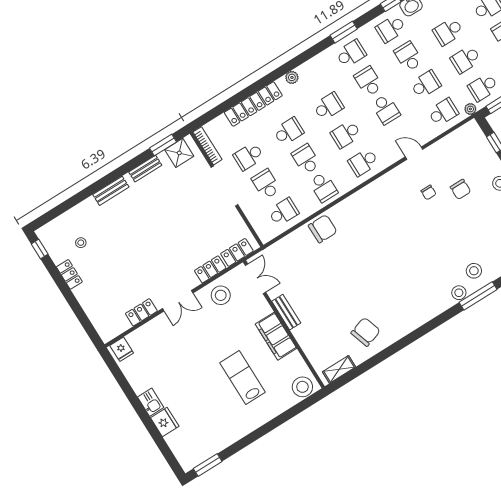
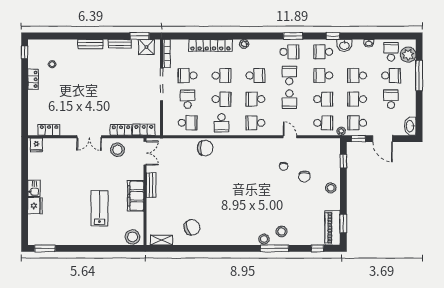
school desk: (408, 56) -> (323, 75), turned -90
school desk: (306, 159) -> (222, 99), turned 90
locker: (141, 312) -> (49, 130), moved

